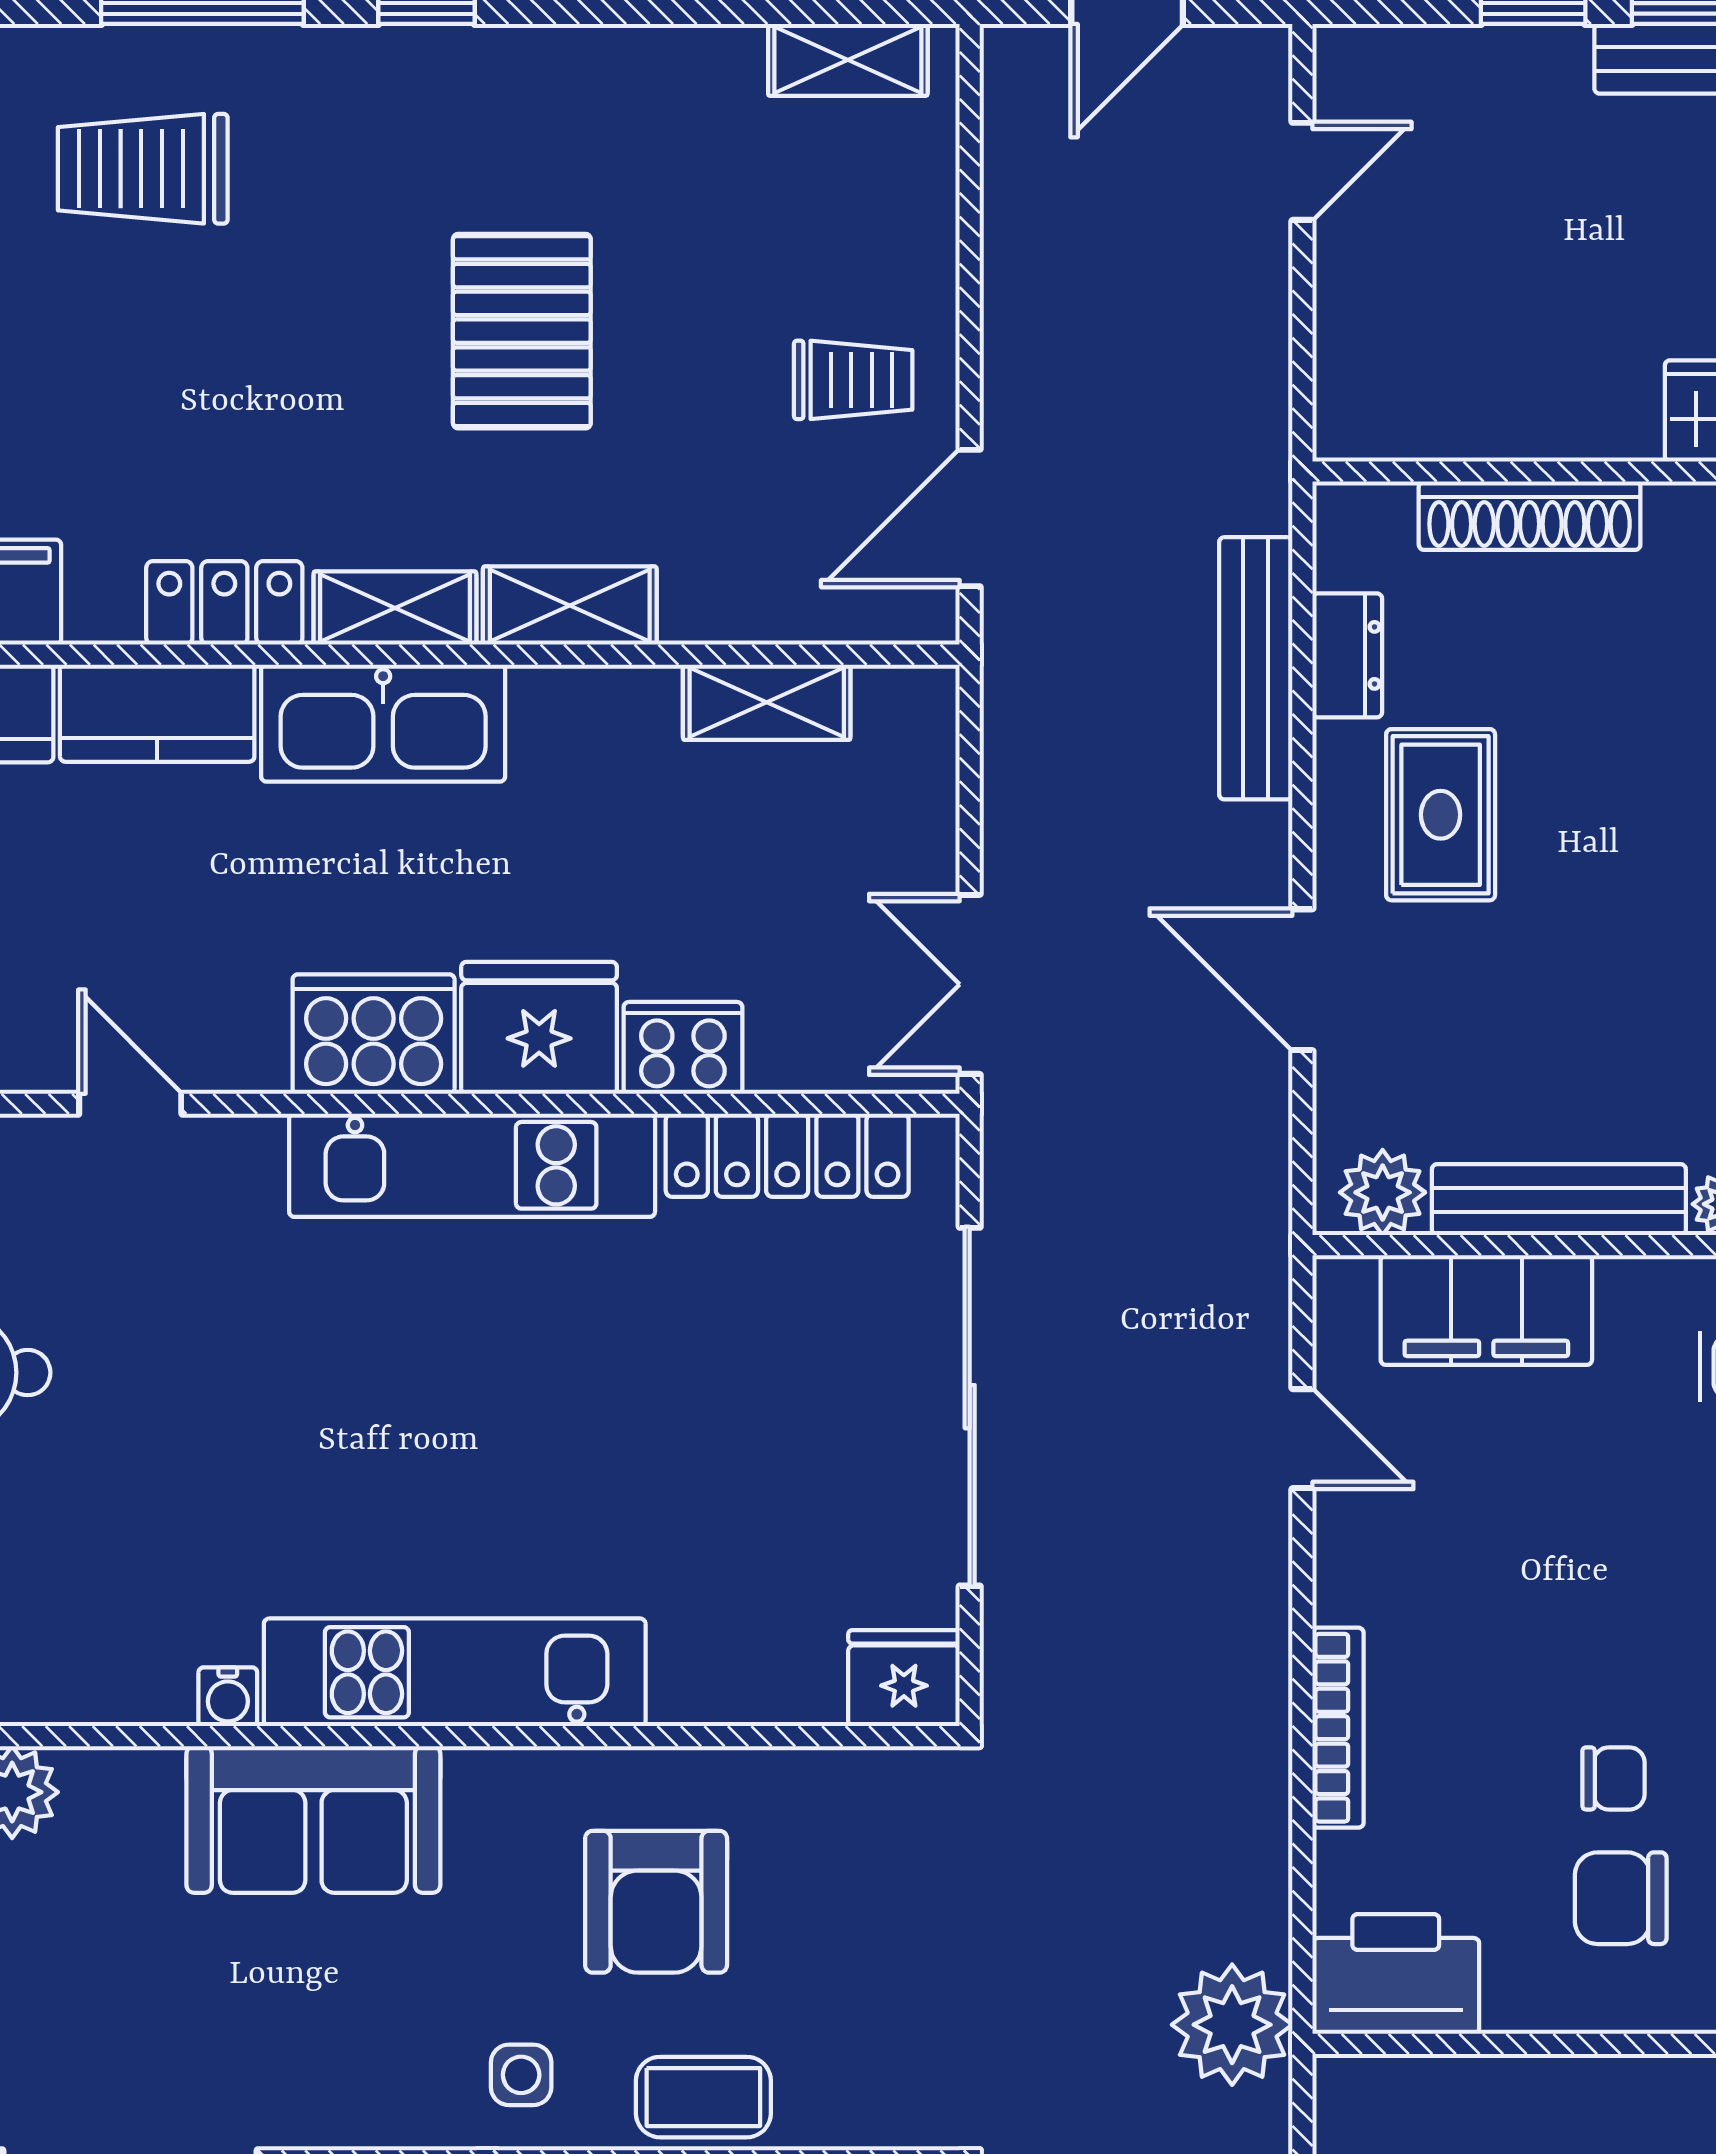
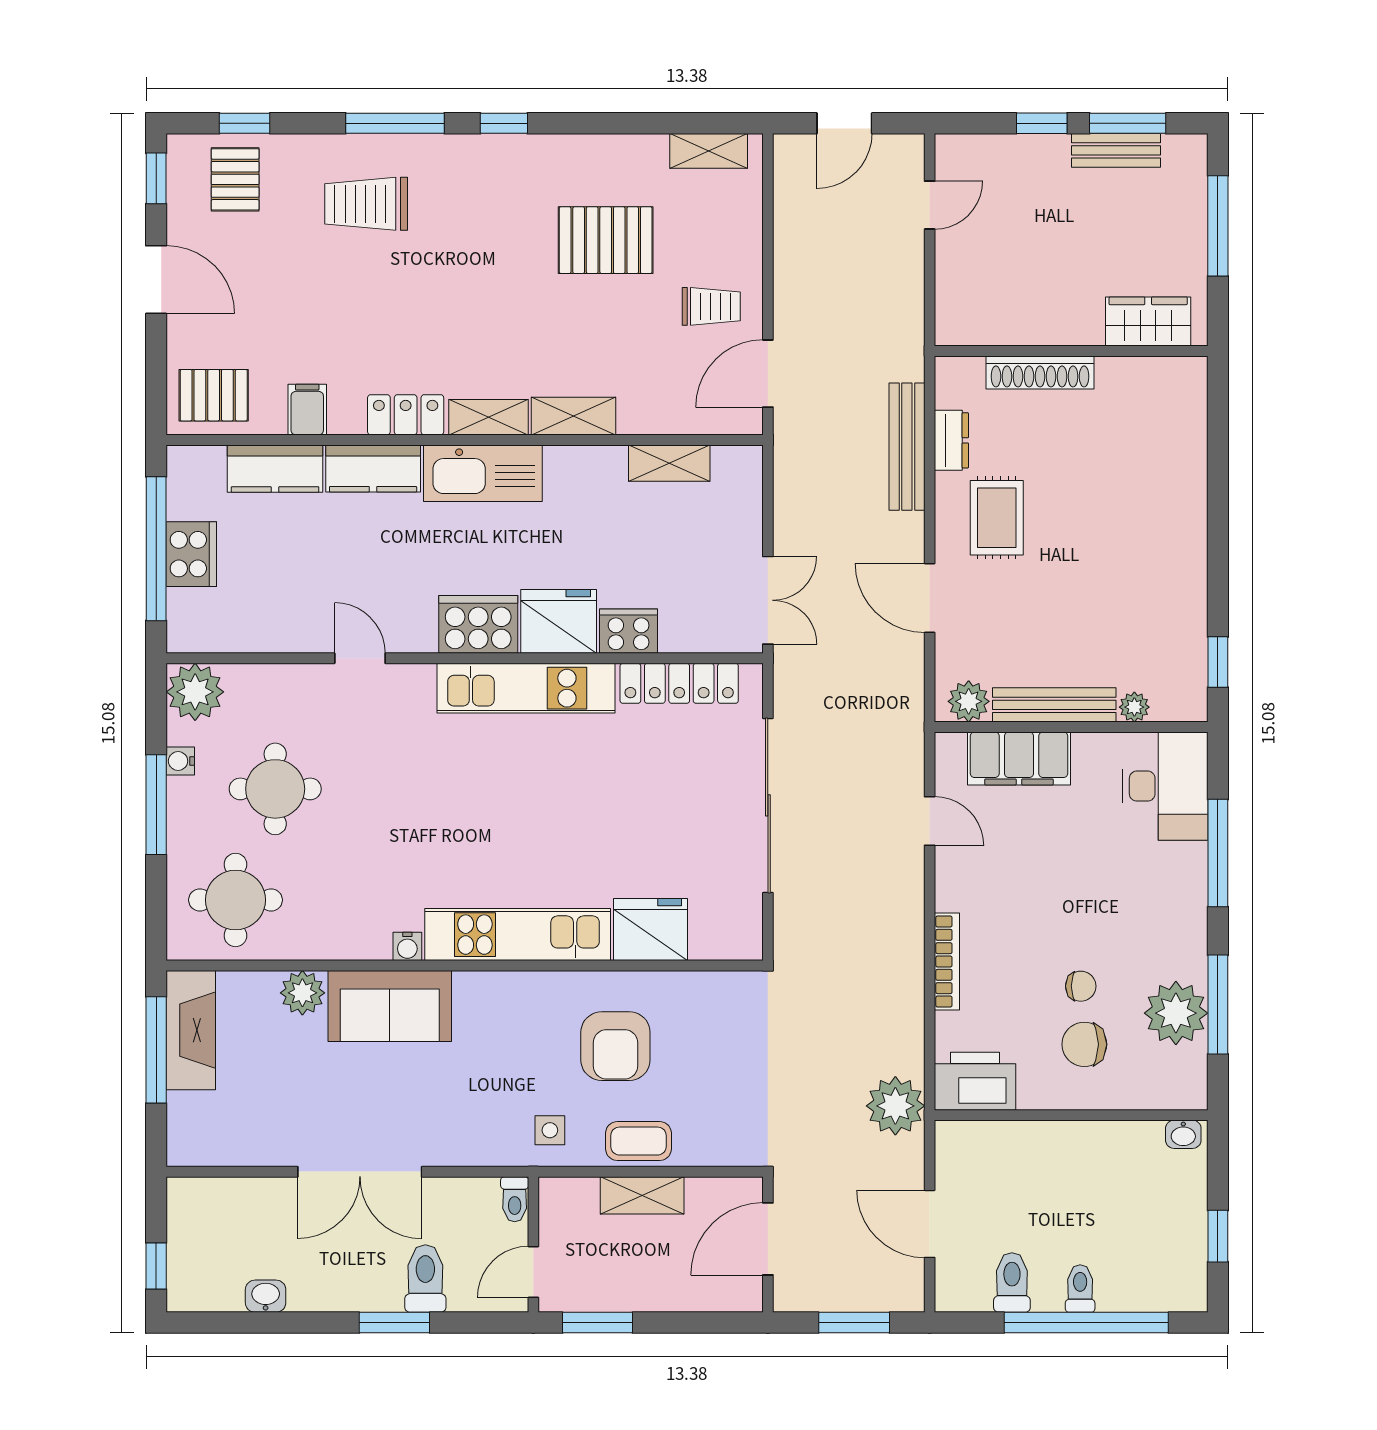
pallet: (522, 331) -> (606, 240), moved, turned 90
double door: (970, 984) -> (768, 600), swing flipped
fridge: (904, 1678) -> (650, 929), moved, width x1.36, depth x1.34
sofa: (313, 1819) -> (390, 1006), moved

